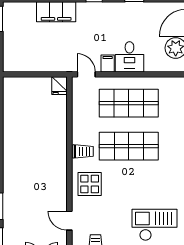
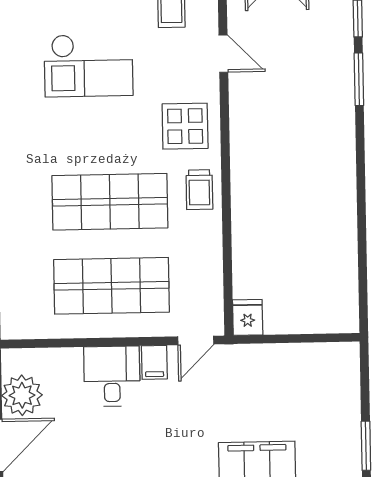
door: (86, 74) -> (196, 340), hinge flipped
trolley: (83, 151) -> (199, 190), turned -90
checkout: (154, 225) -> (89, 65), moved

